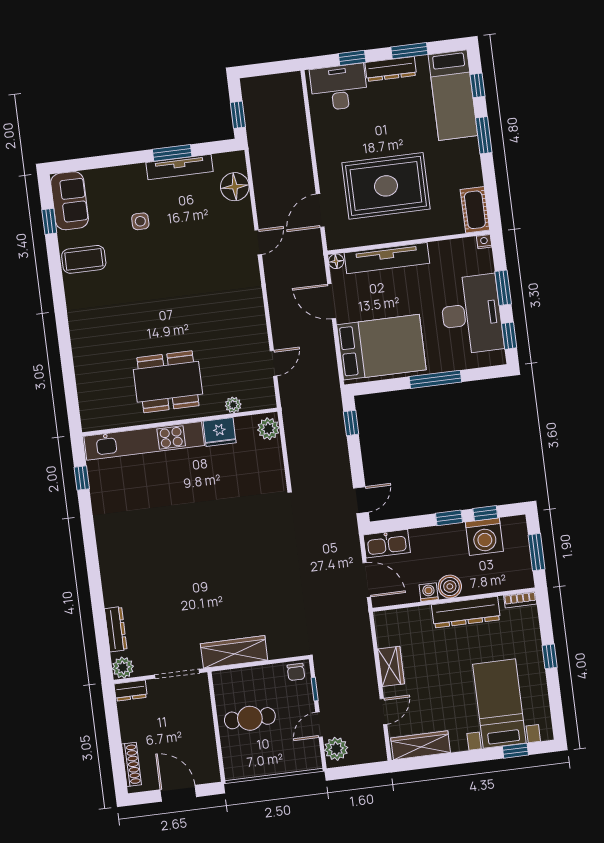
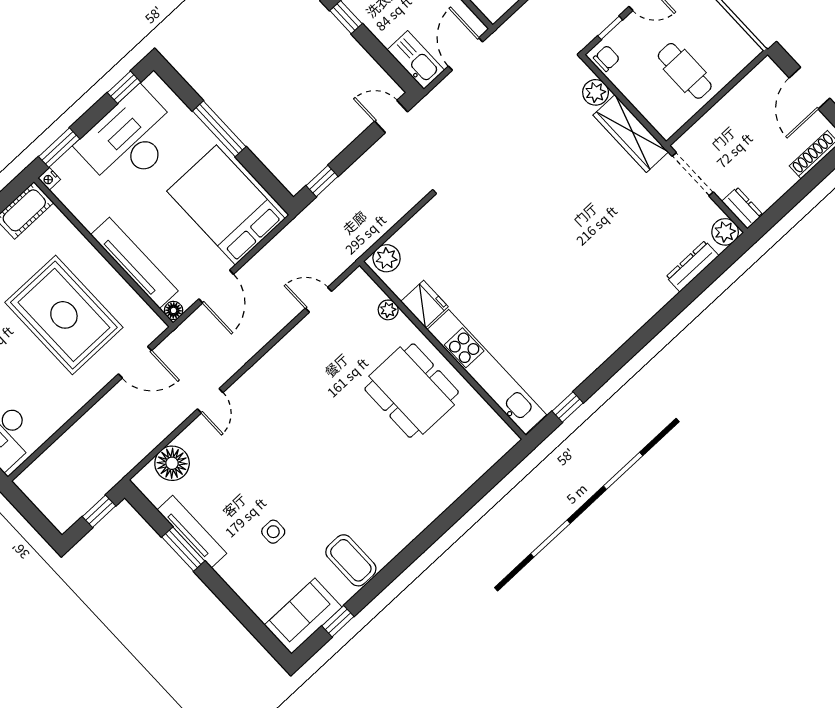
door: (258, 242) -> (210, 401), swing flipped
window: (503, 288) -> (59, 148), moved
plant: (278, 648) -> (596, 92), added

